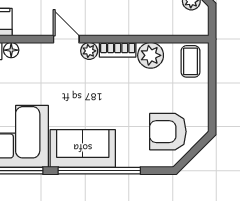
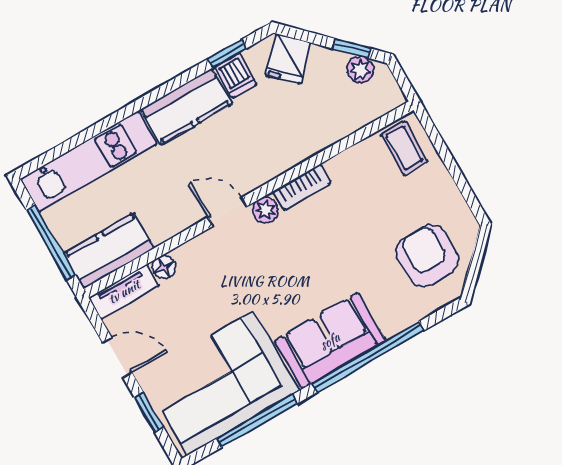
plant: (151, 55) -> (348, 170), removed
armchair: (168, 132) -> (427, 256), turned 90

